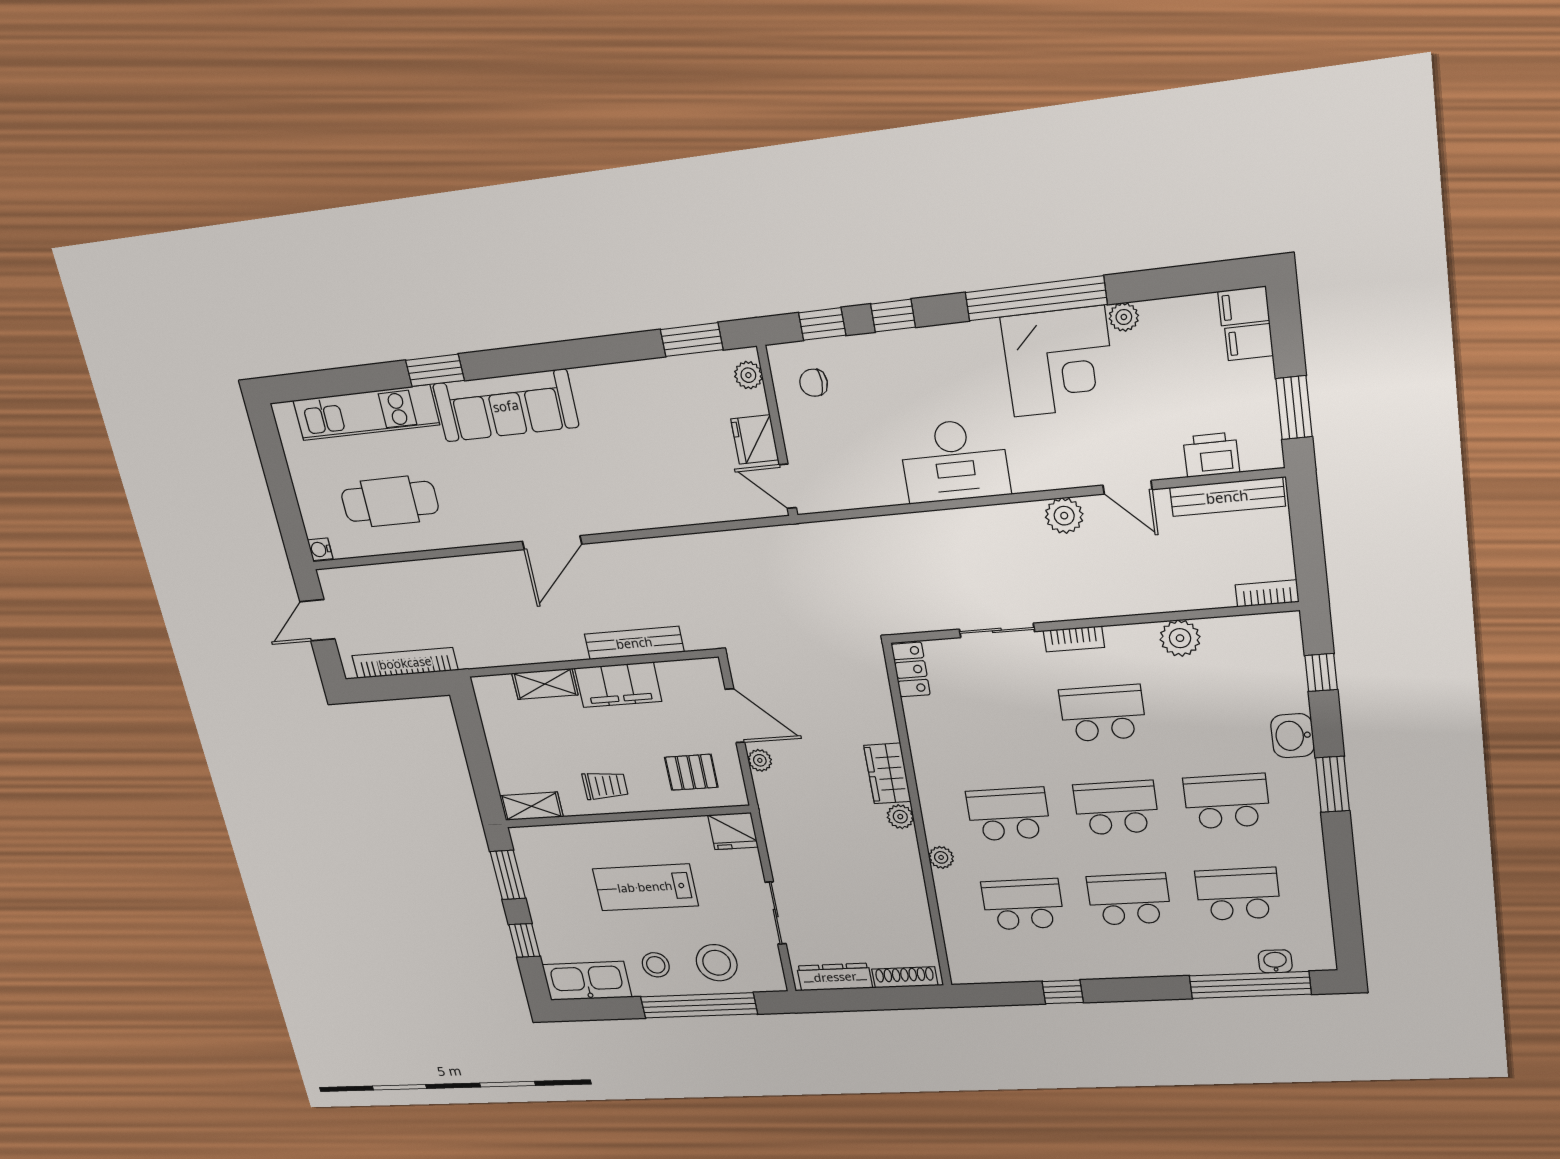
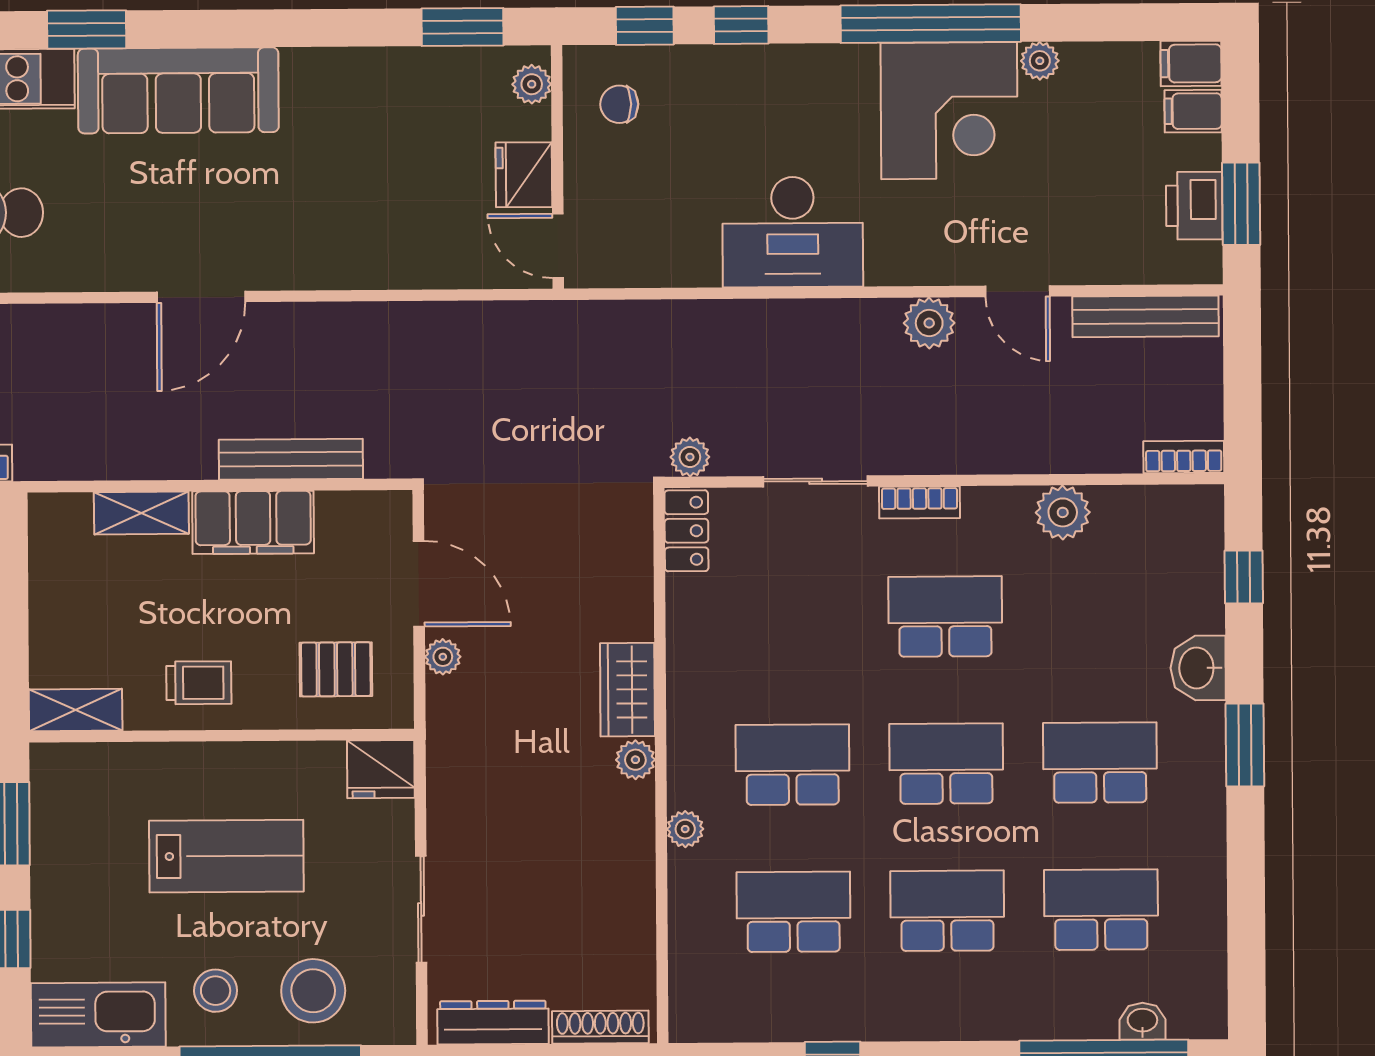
printer: (1211, 455) -> (1194, 206), moved, turned -90
plant: (905, 621) -> (690, 457), added
lab bench: (645, 887) -> (226, 856), turned 180

